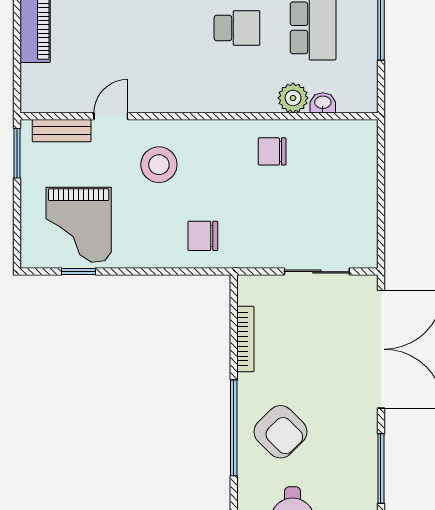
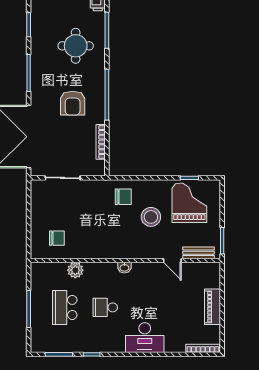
washbasin: (323, 103) -> (124, 268), moved
door: (111, 116) -> (172, 260), hinge flipped
chair: (272, 151) -> (57, 238), moved
stool: (159, 165) -> (151, 217), moved
armchair: (280, 432) -> (73, 103), moved, turned -135

